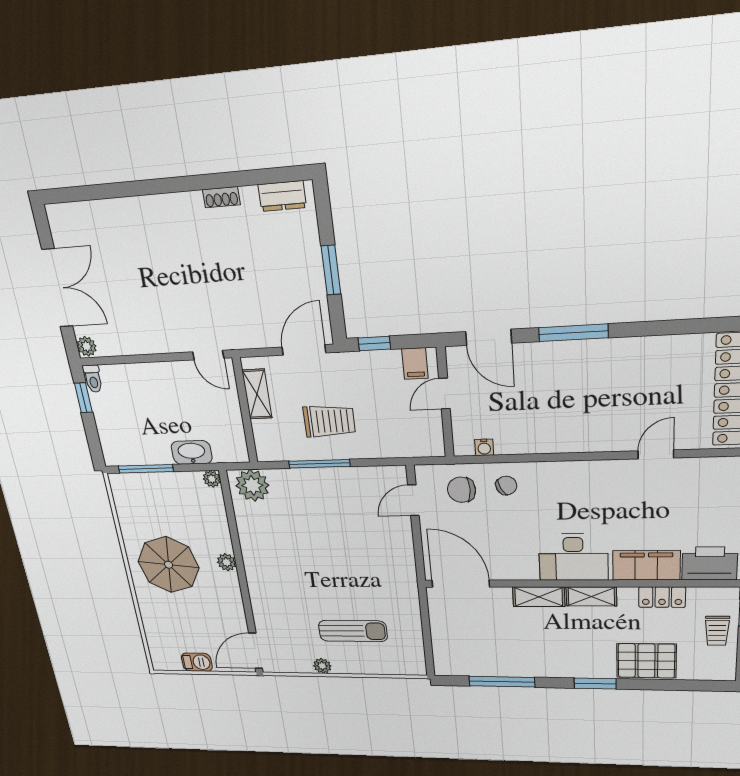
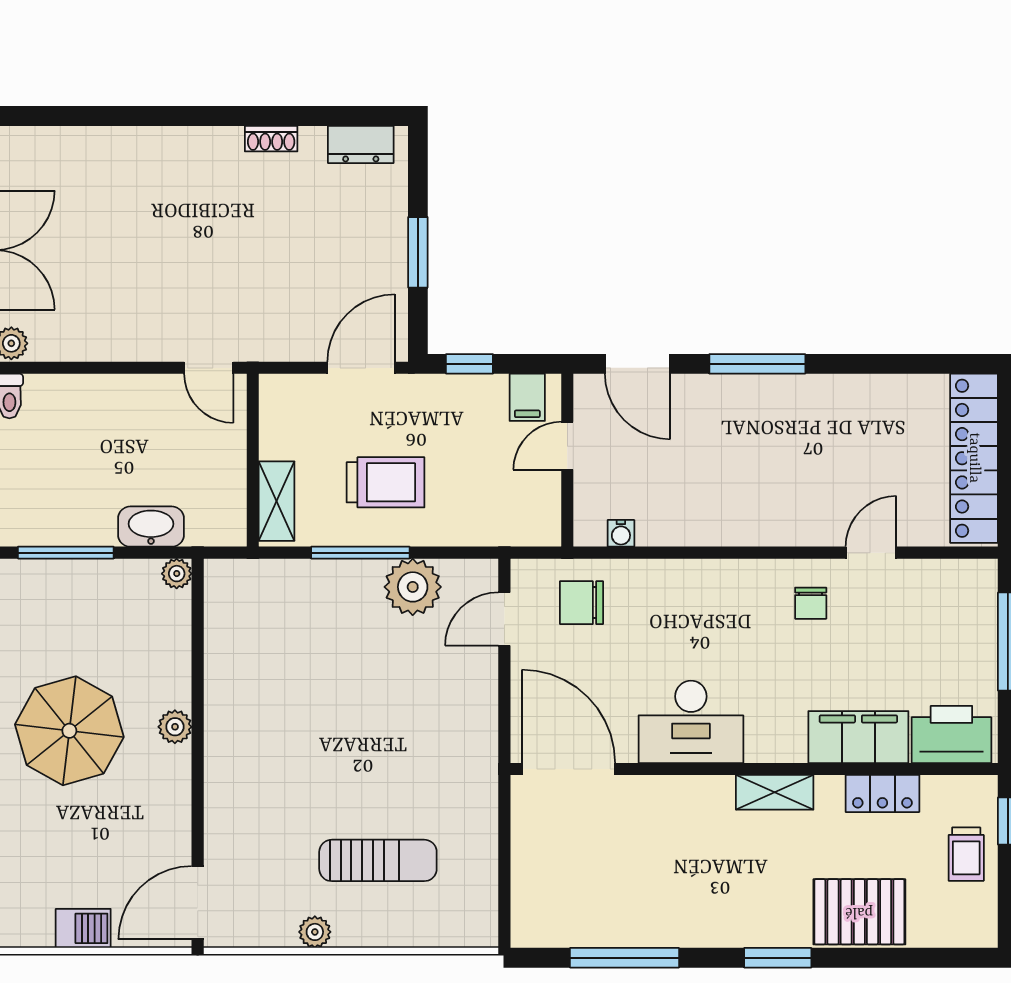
shelving: (257, 394) -> (277, 501), moved
plant: (252, 485) -> (413, 587), moved
chair: (506, 486) -> (811, 603), moved, turned 117
desk: (573, 557) -> (691, 722), moved
shelving: (539, 597) -> (692, 793), removed

